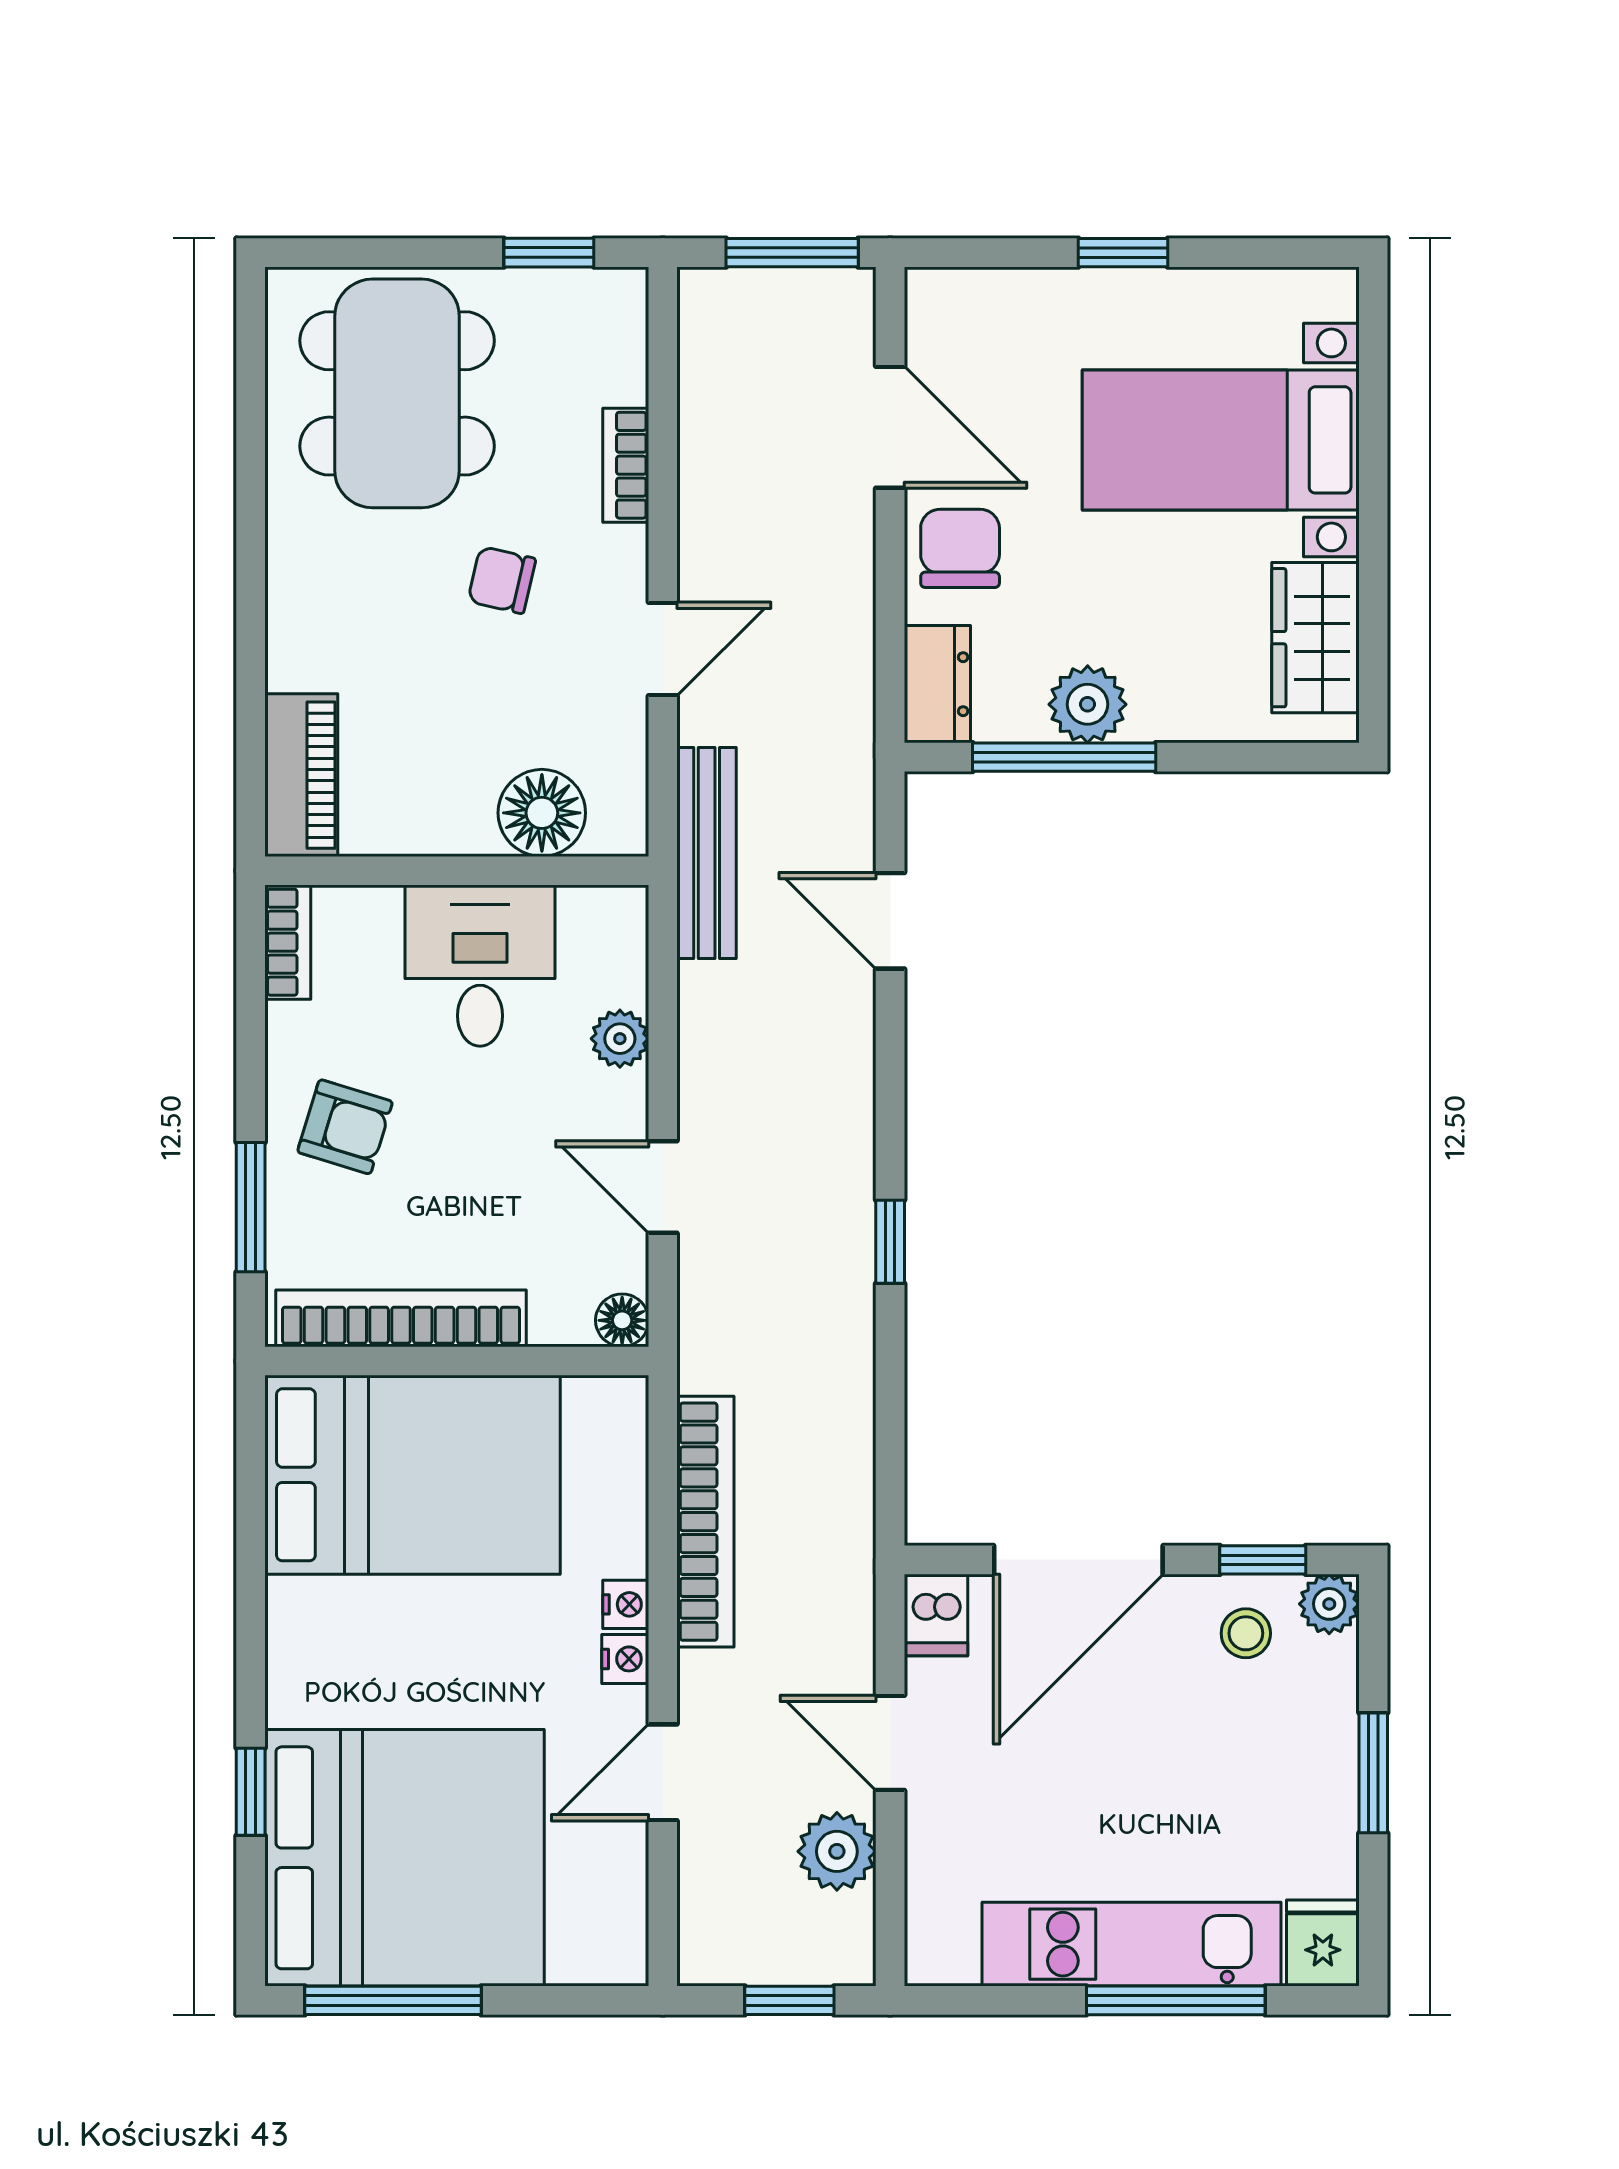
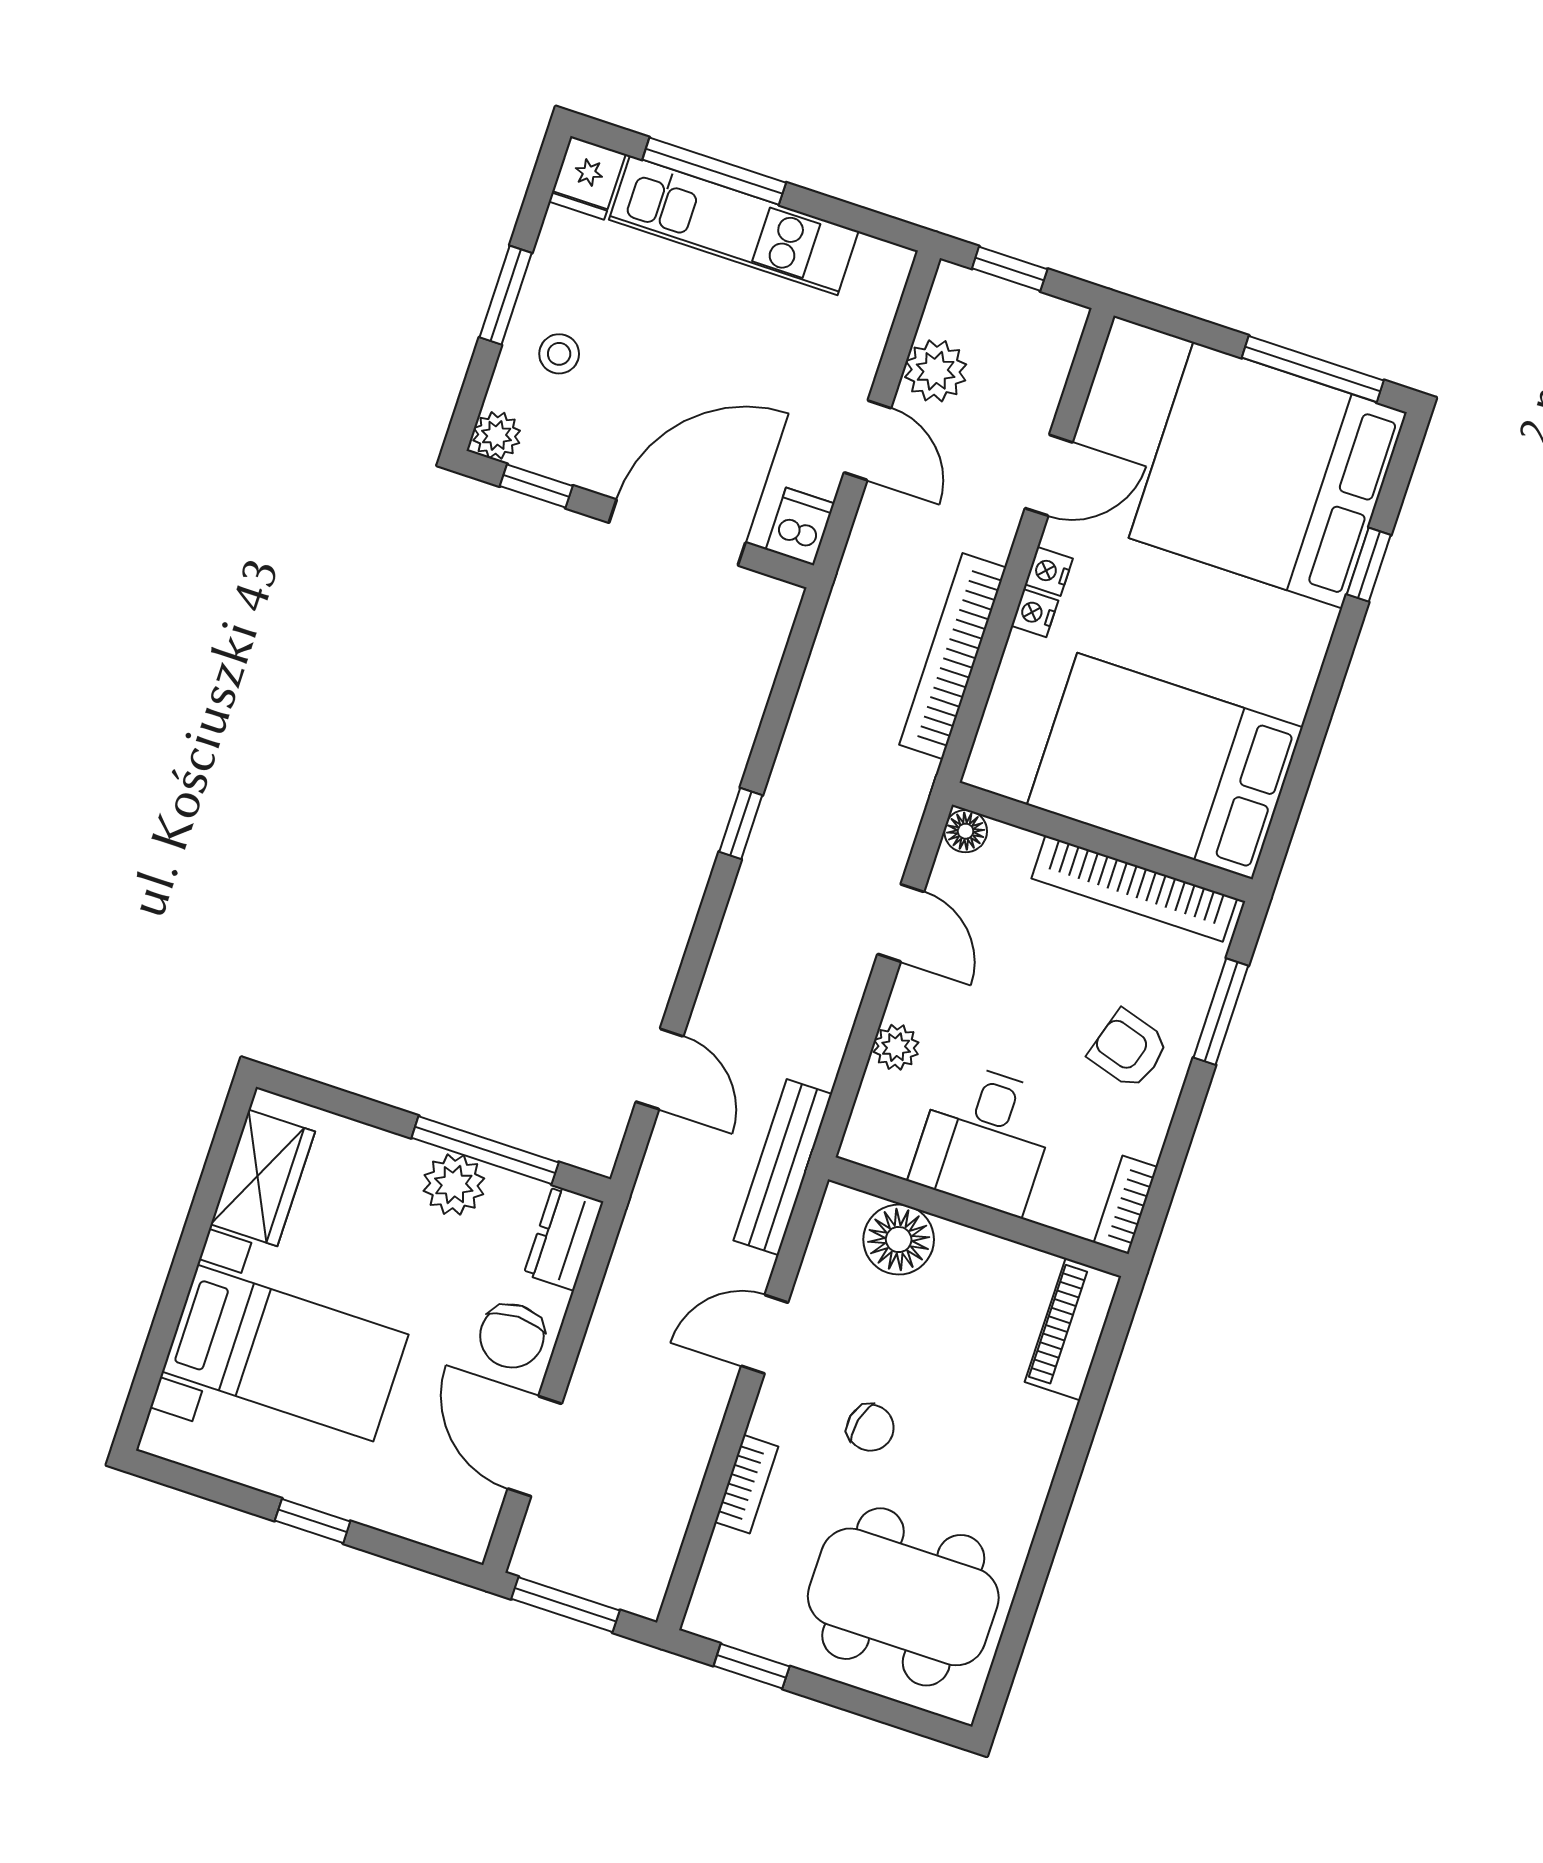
dining table: (397, 393) -> (903, 1597), turned 90
stool: (1246, 1633) -> (559, 354), moved

